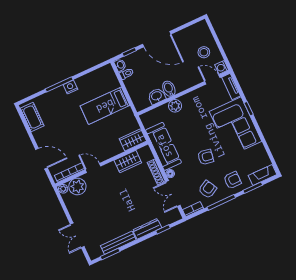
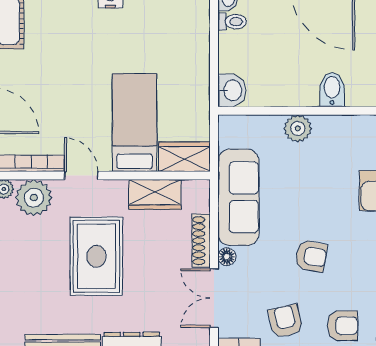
bidet: (169, 89) -> (332, 90), moved
washbasin: (157, 96) -> (232, 90), moved, turned 90
bed: (105, 106) -> (135, 123), moved, turned 90
armchair: (208, 189) -> (286, 321), turned -74
rug: (115, 199) -> (96, 256), added

